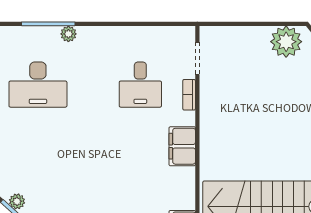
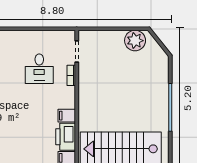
filing cabinet: (182, 146) -> (67, 116), width x0.50
printer: (180, 188) -> (66, 137), added

